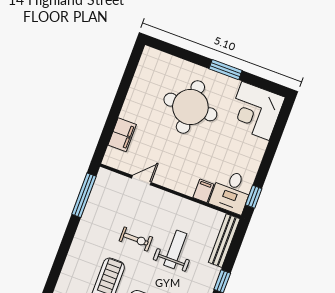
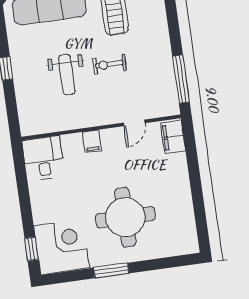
filing cabinet: (122, 135) -> (173, 137), moved
filing cabinet: (203, 191) -> (92, 141), moved
window: (254, 197) -> (31, 249), moved
bench: (224, 241) -> (25, 108), removed

